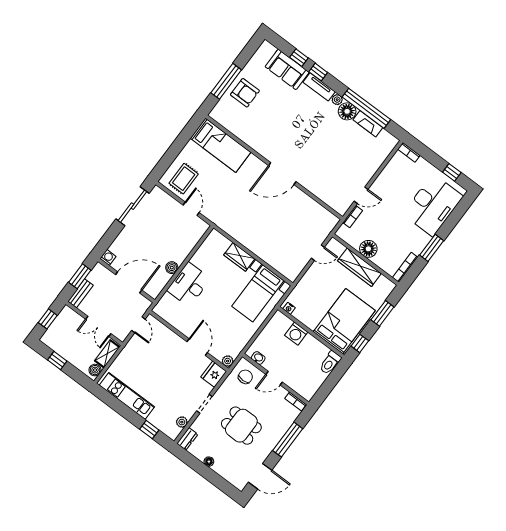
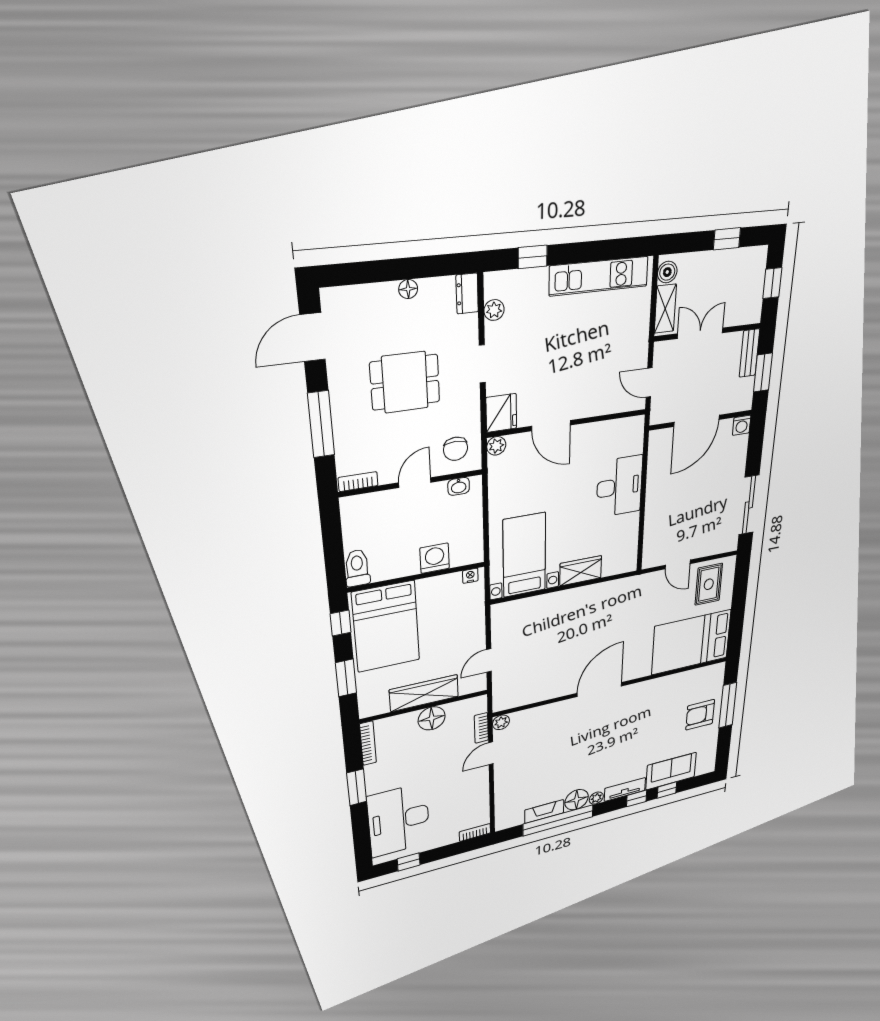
bed: (221, 145) -> (691, 642), width x1.50
plant: (342, 209) -> (501, 722), added
boiler: (172, 268) -> (655, 485), removed

